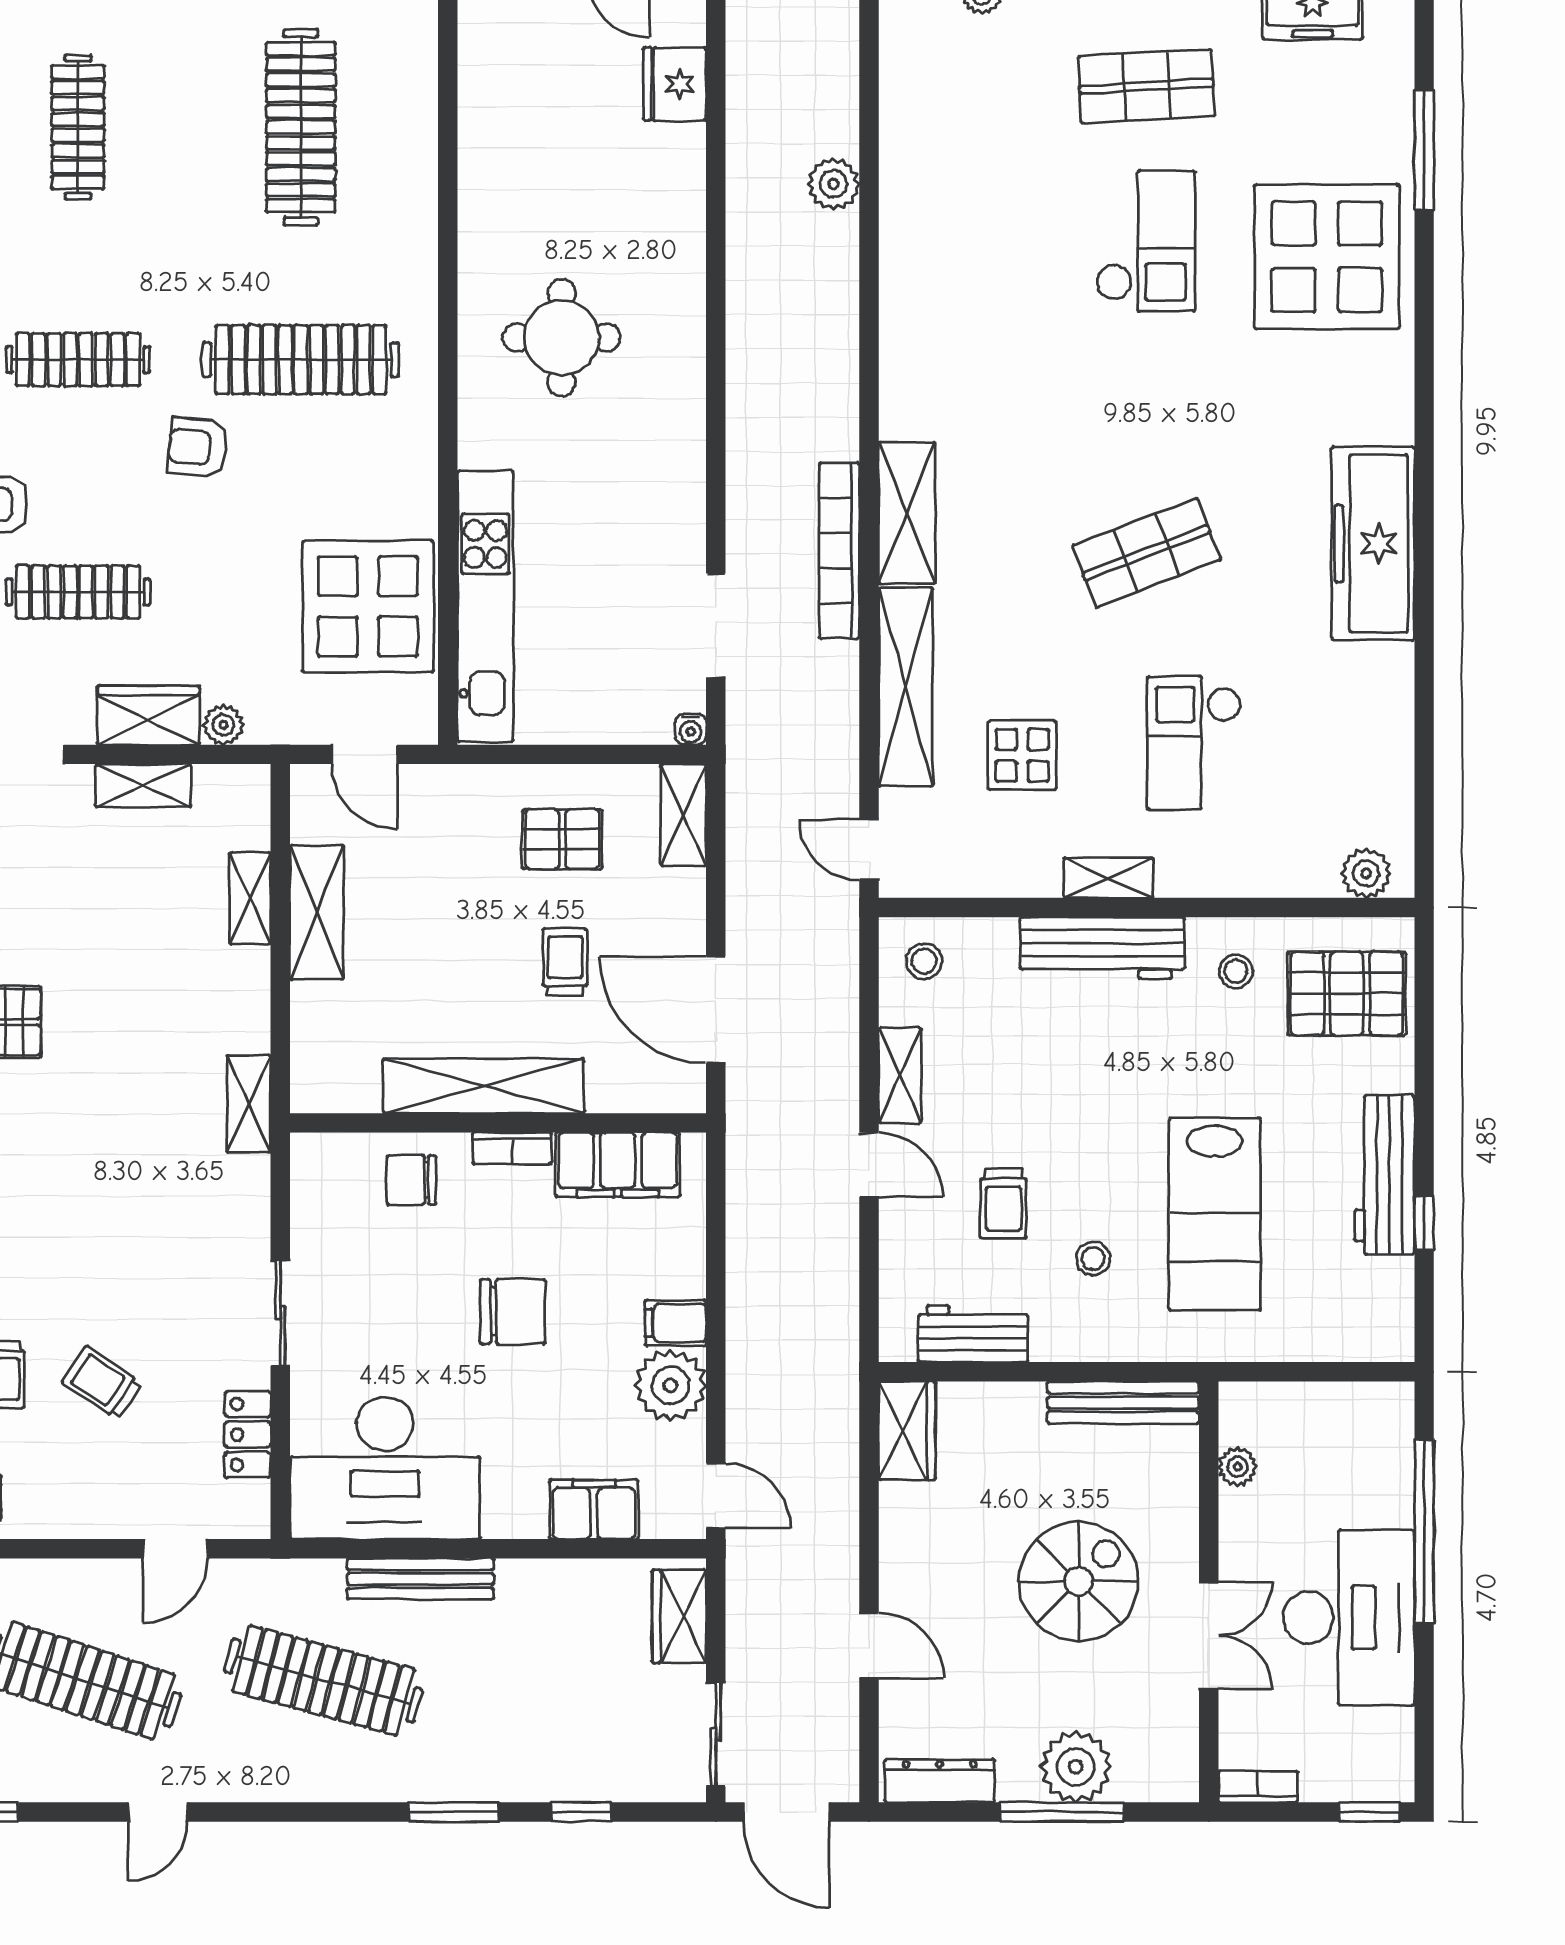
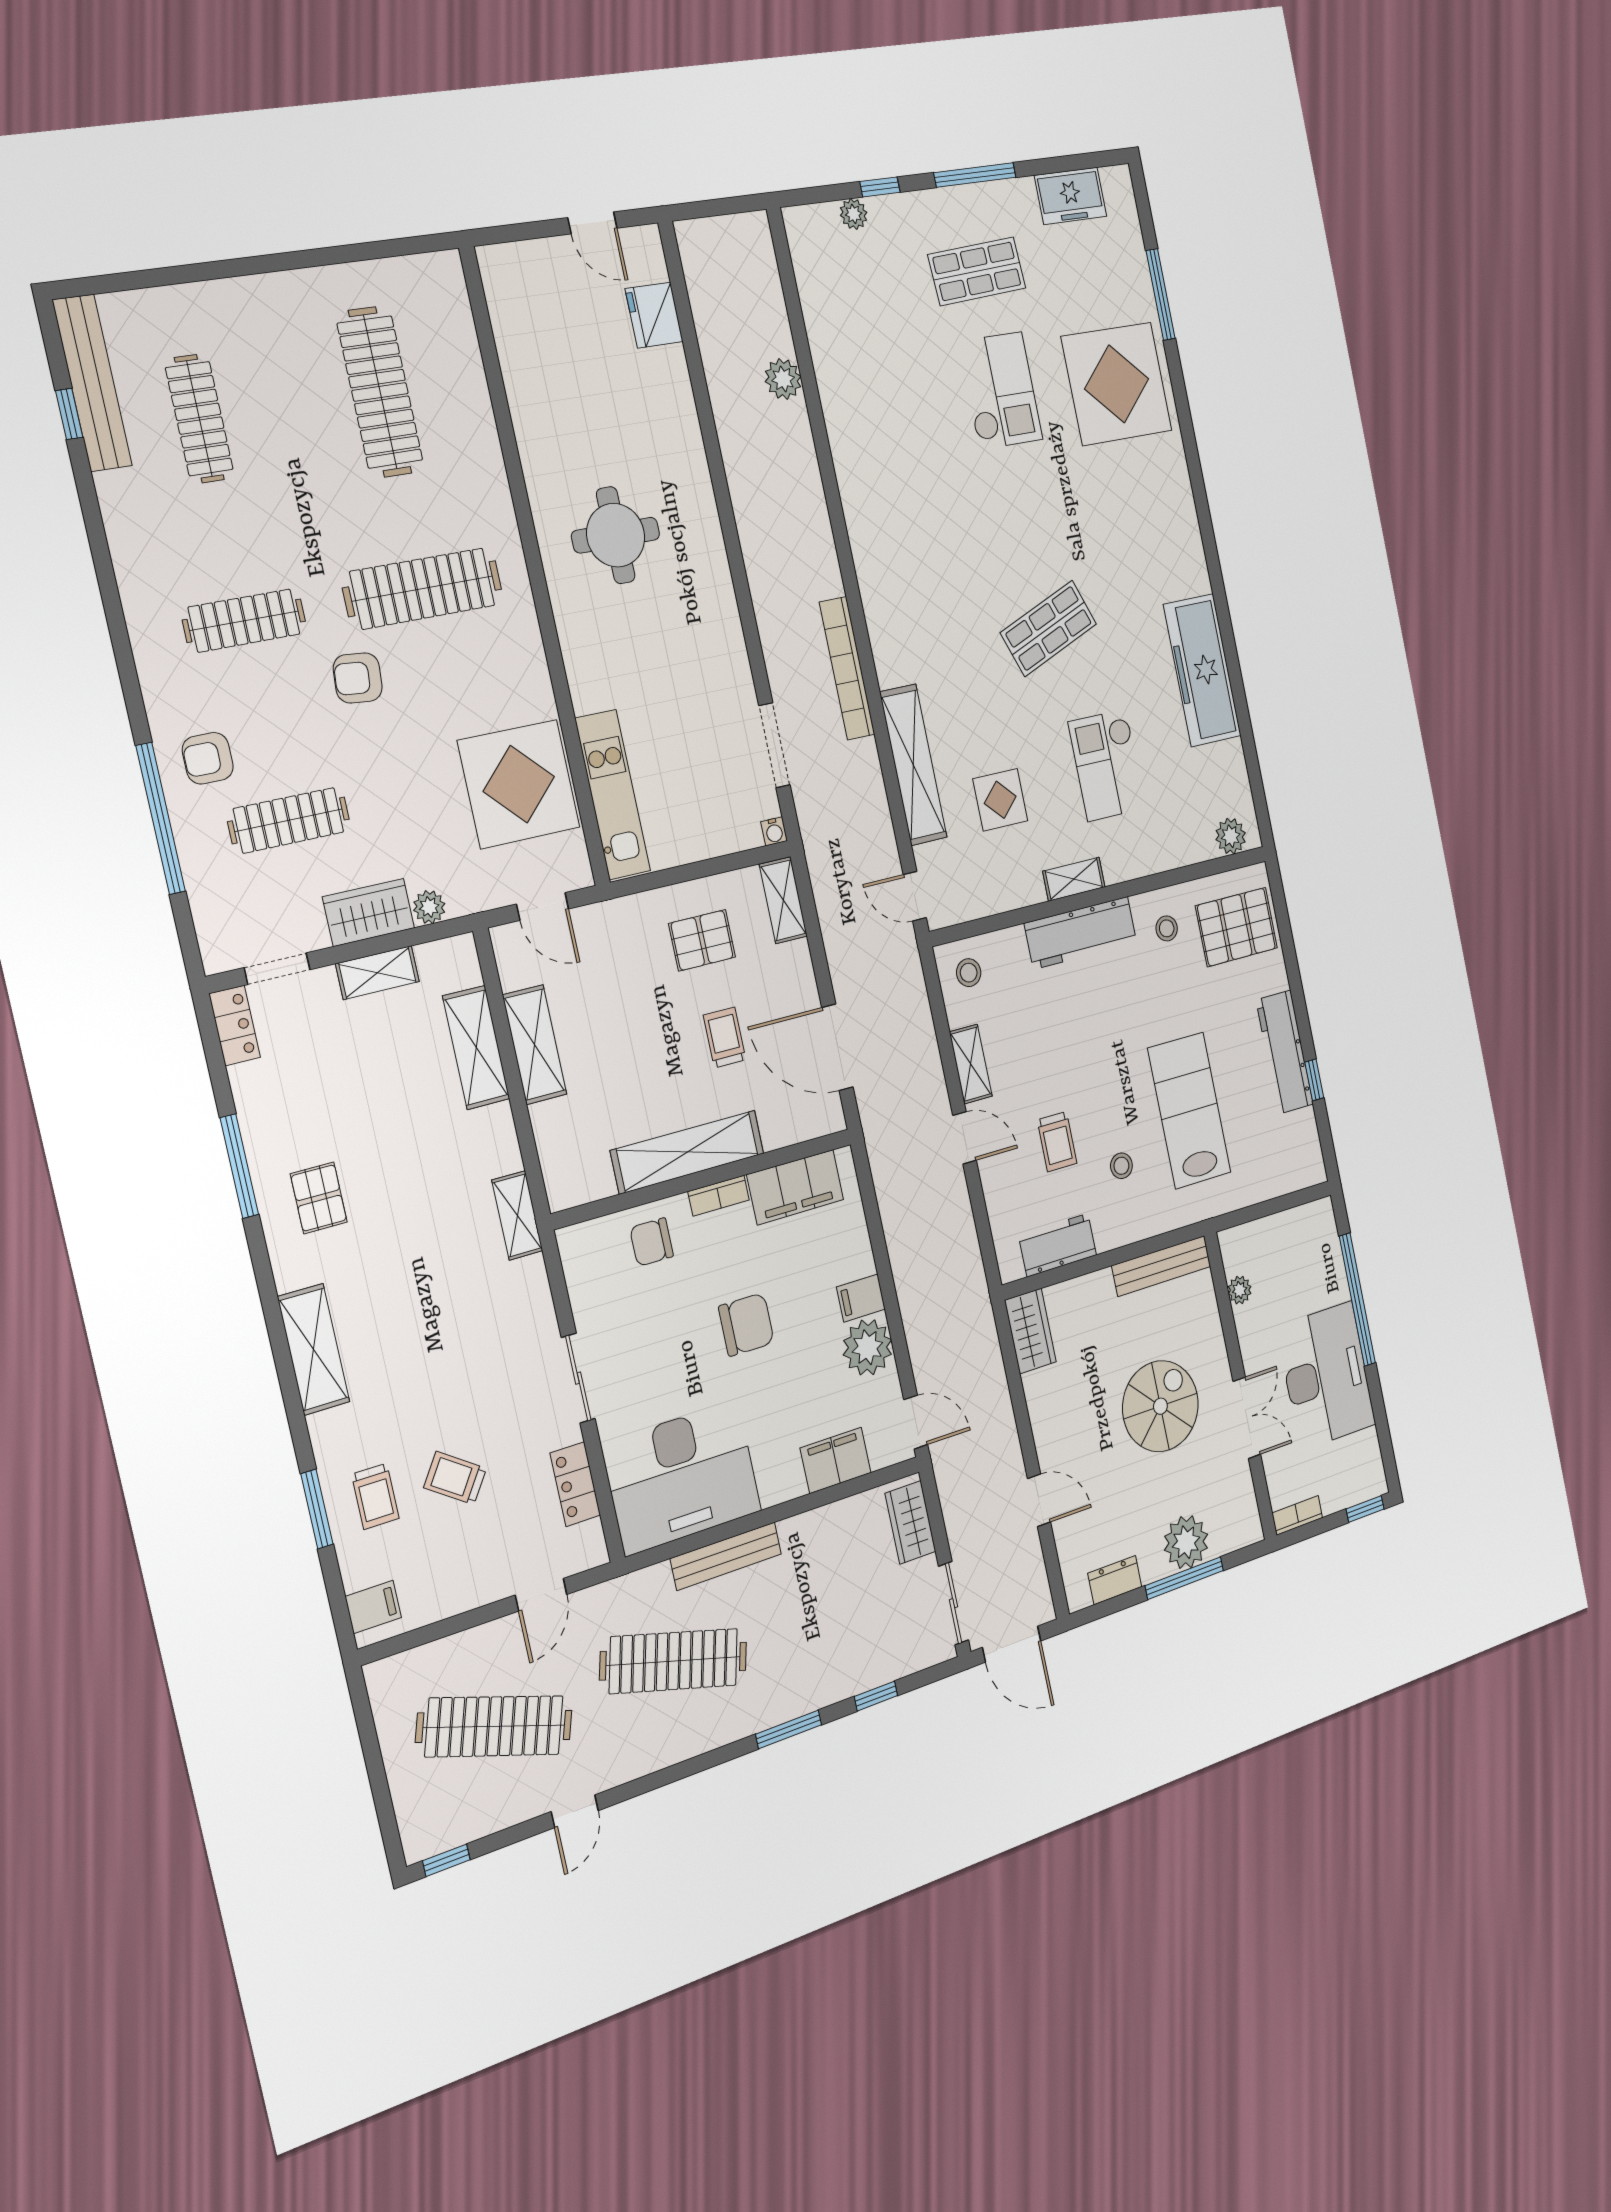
shelving: (907, 513) -> (886, 629), removed
freezer: (1373, 543) -> (1202, 670), moved
kitchen unit: (485, 606) -> (613, 795), width x0.73
shelving: (250, 898) -> (476, 1047), width x1.50, depth x1.33
lab bench: (1215, 1214) -> (1189, 1111), turned 180
dresser: (940, 1781) -> (1115, 1580), width x0.70

